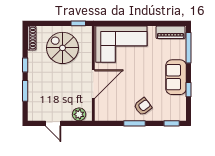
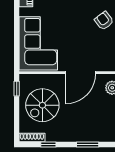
window: (25, 65) -> (48, 144), moved
door: (93, 84) -> (80, 73), swing flipped

